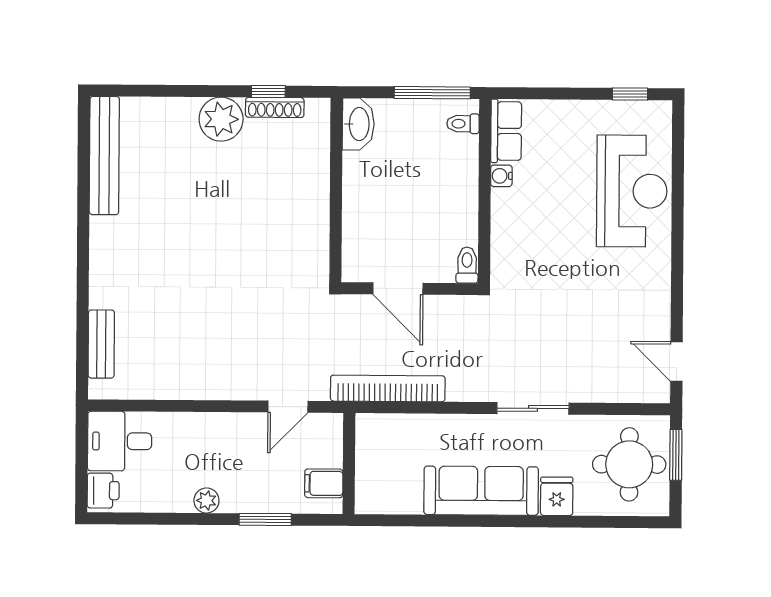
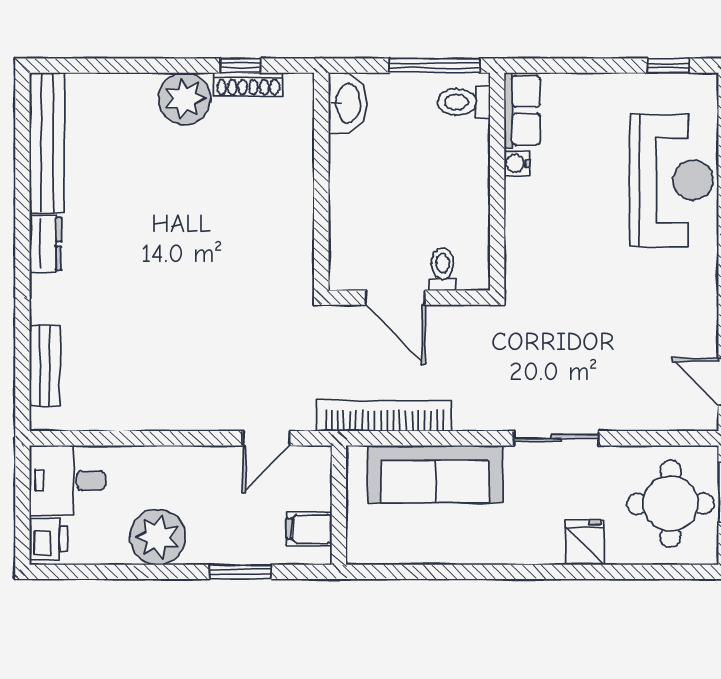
toilet: (463, 124) -> (464, 102), width x1.37, depth x1.39
dresser: (103, 241) -> (46, 244), added
toilet: (467, 265) -> (443, 269), moved
sofa: (481, 491) -> (435, 474), moved, turned 180
plant: (206, 501) -> (158, 537), width x1.88, depth x1.88

